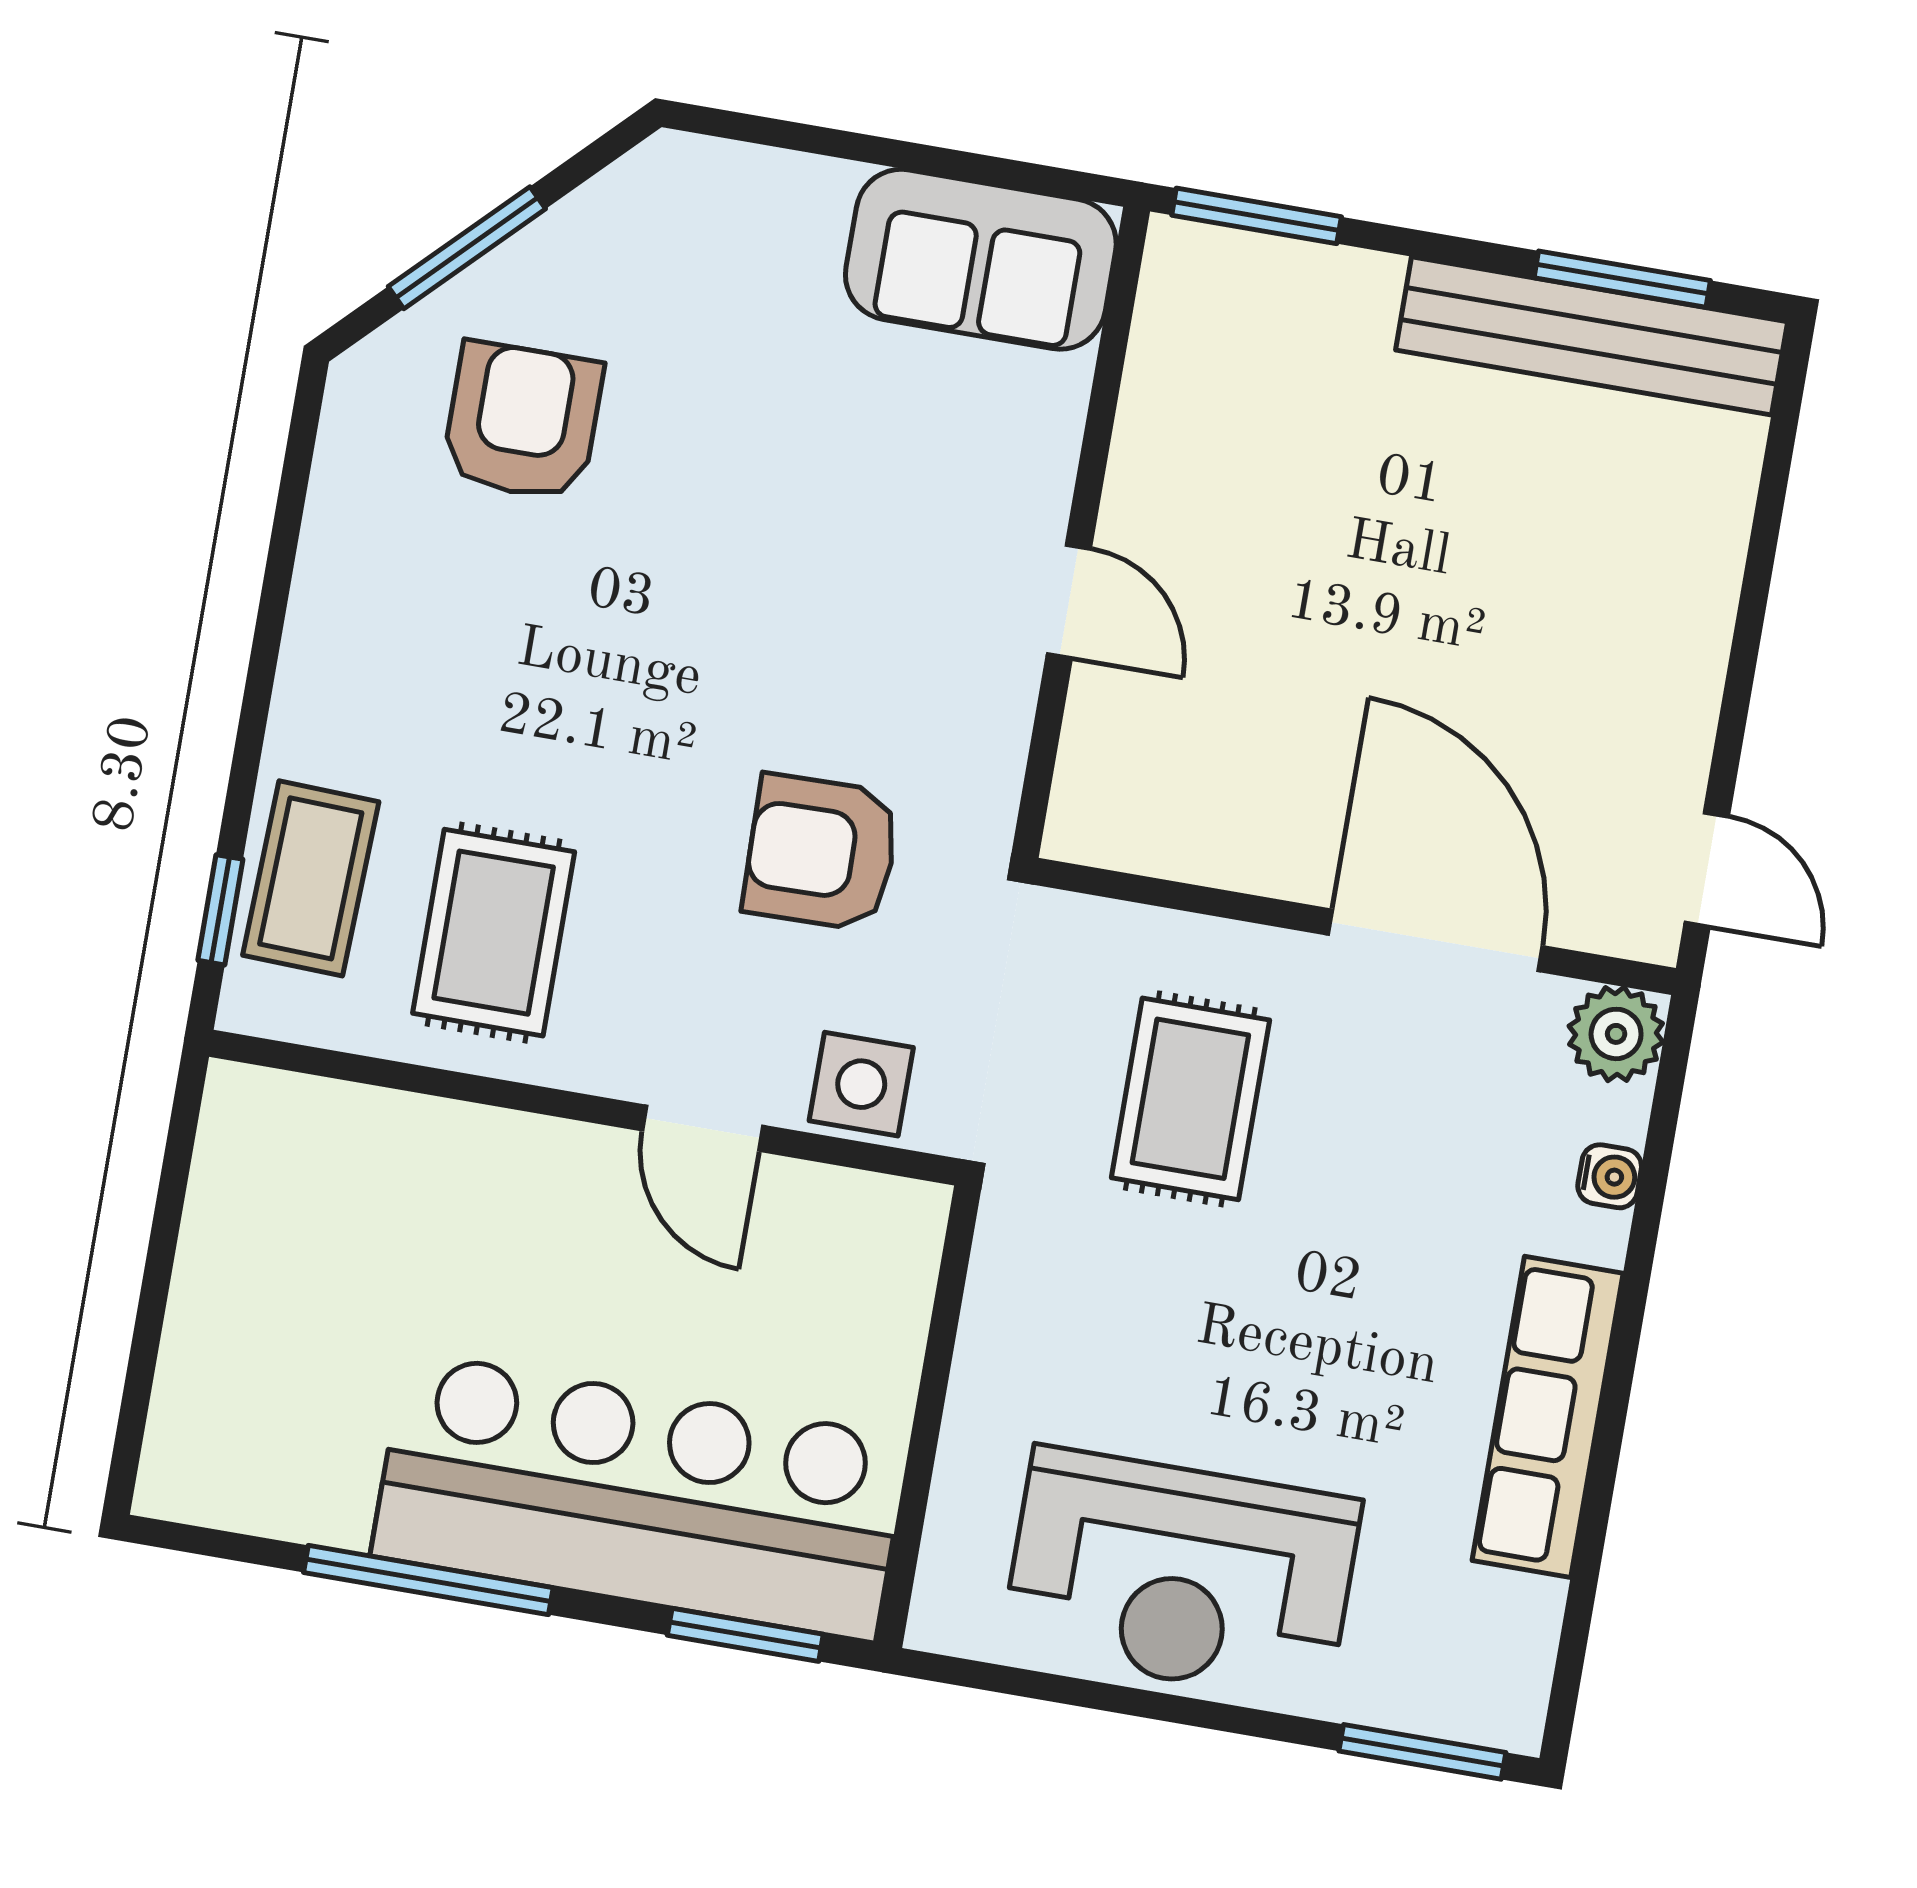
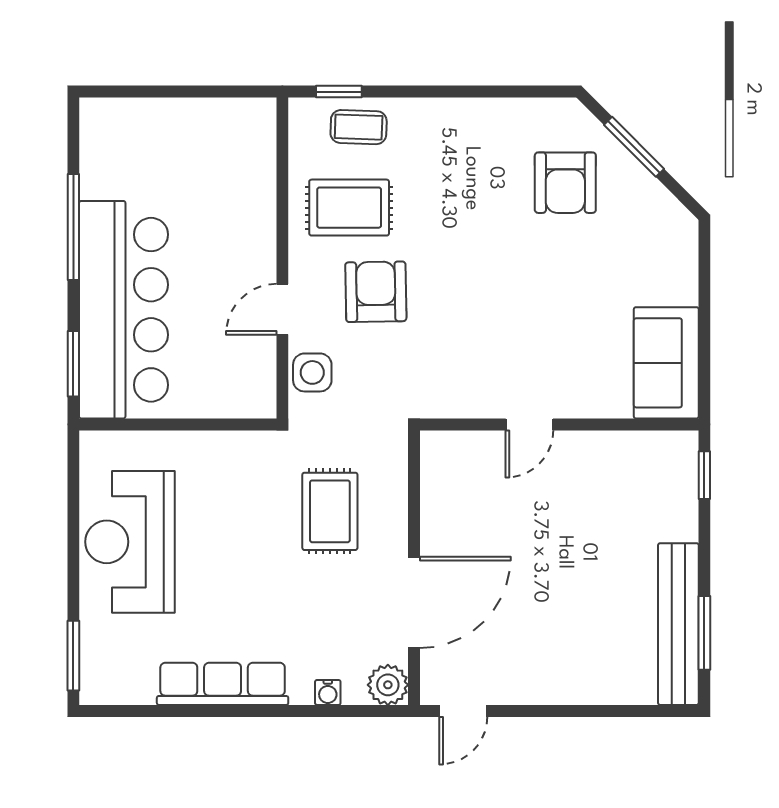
window: (1257, 216) -> (704, 475), width x0.67
armchair: (522, 421) -> (565, 183), turned 90
armchair: (821, 852) -> (376, 292), moved
coffee table: (311, 878) -> (359, 127), width x0.73, depth x0.77
rug: (1190, 1099) -> (330, 511), turned 90

